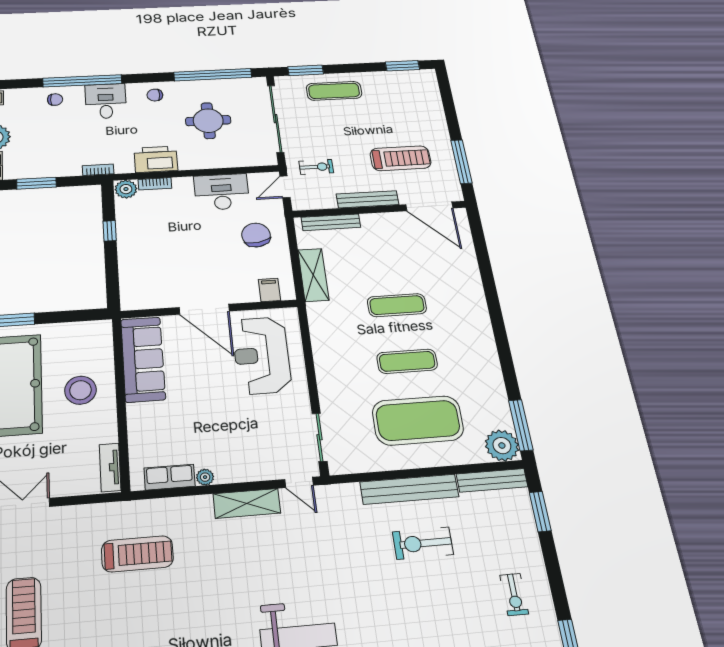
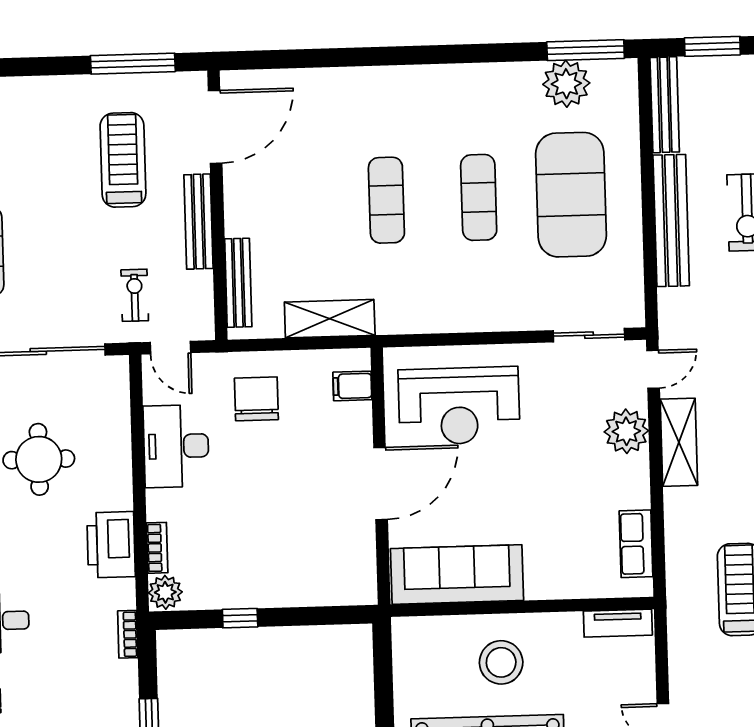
chair: (256, 235) -> (256, 399), turned 99
plant: (502, 446) -> (566, 84), moved
plant: (205, 477) -> (626, 431), moved, width x1.88, depth x1.88

